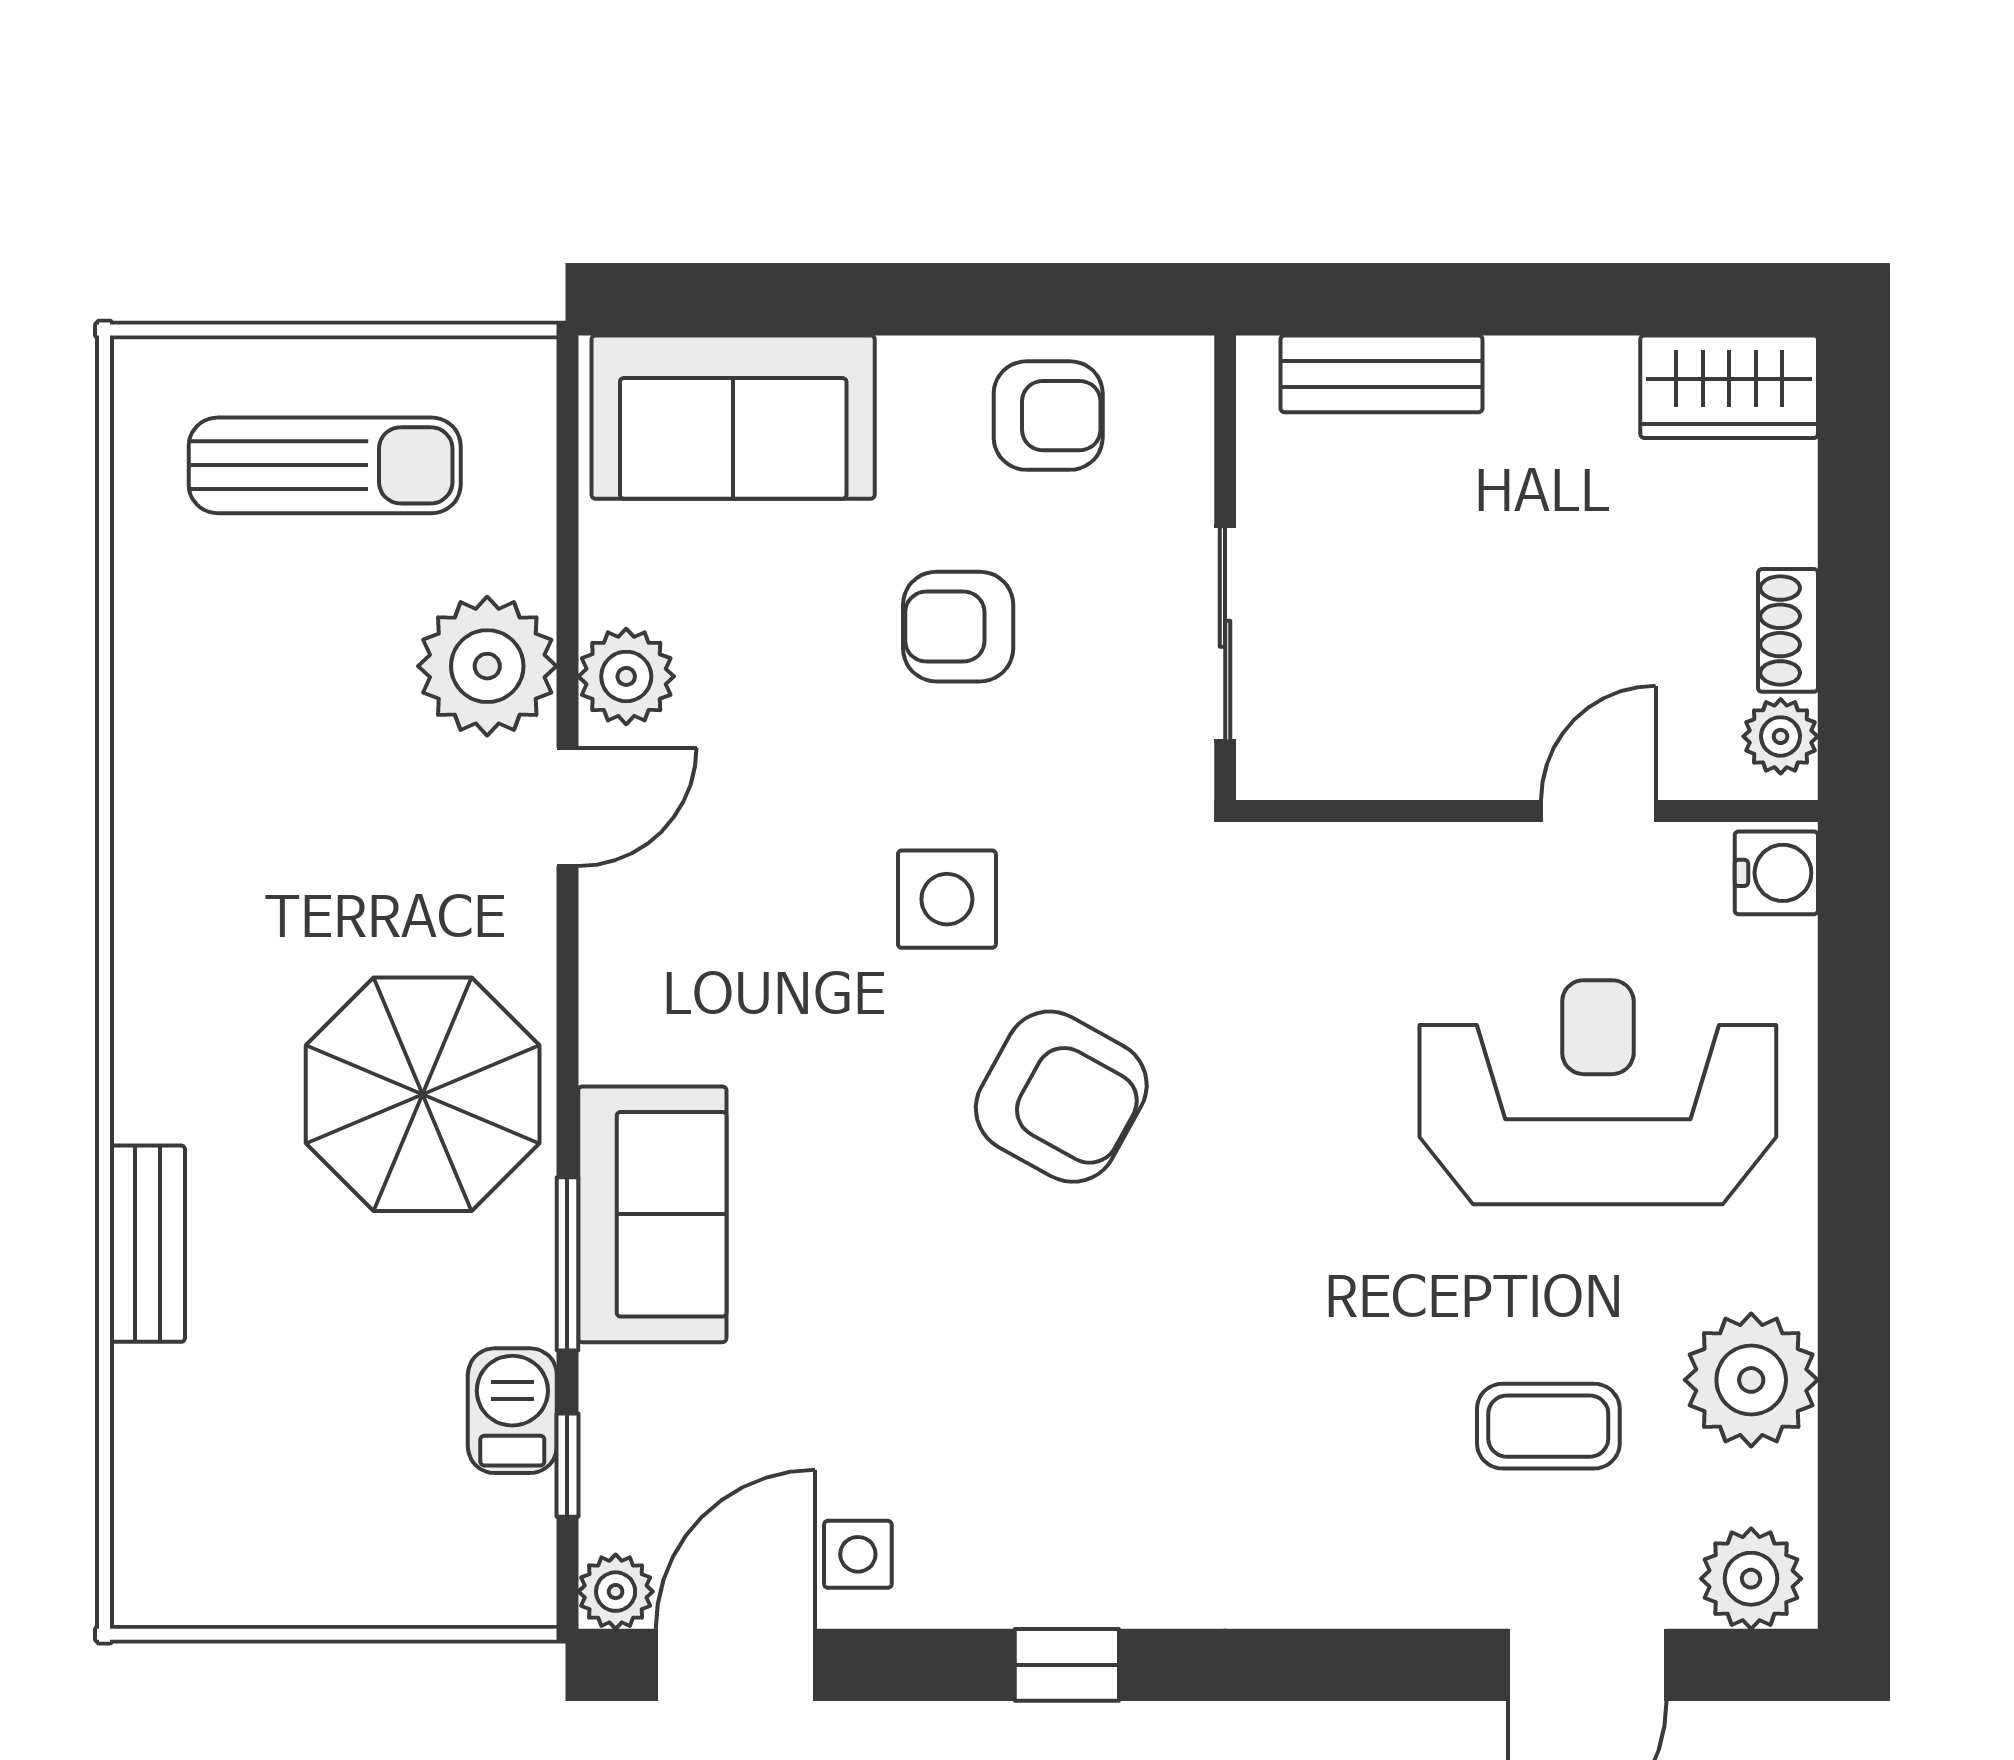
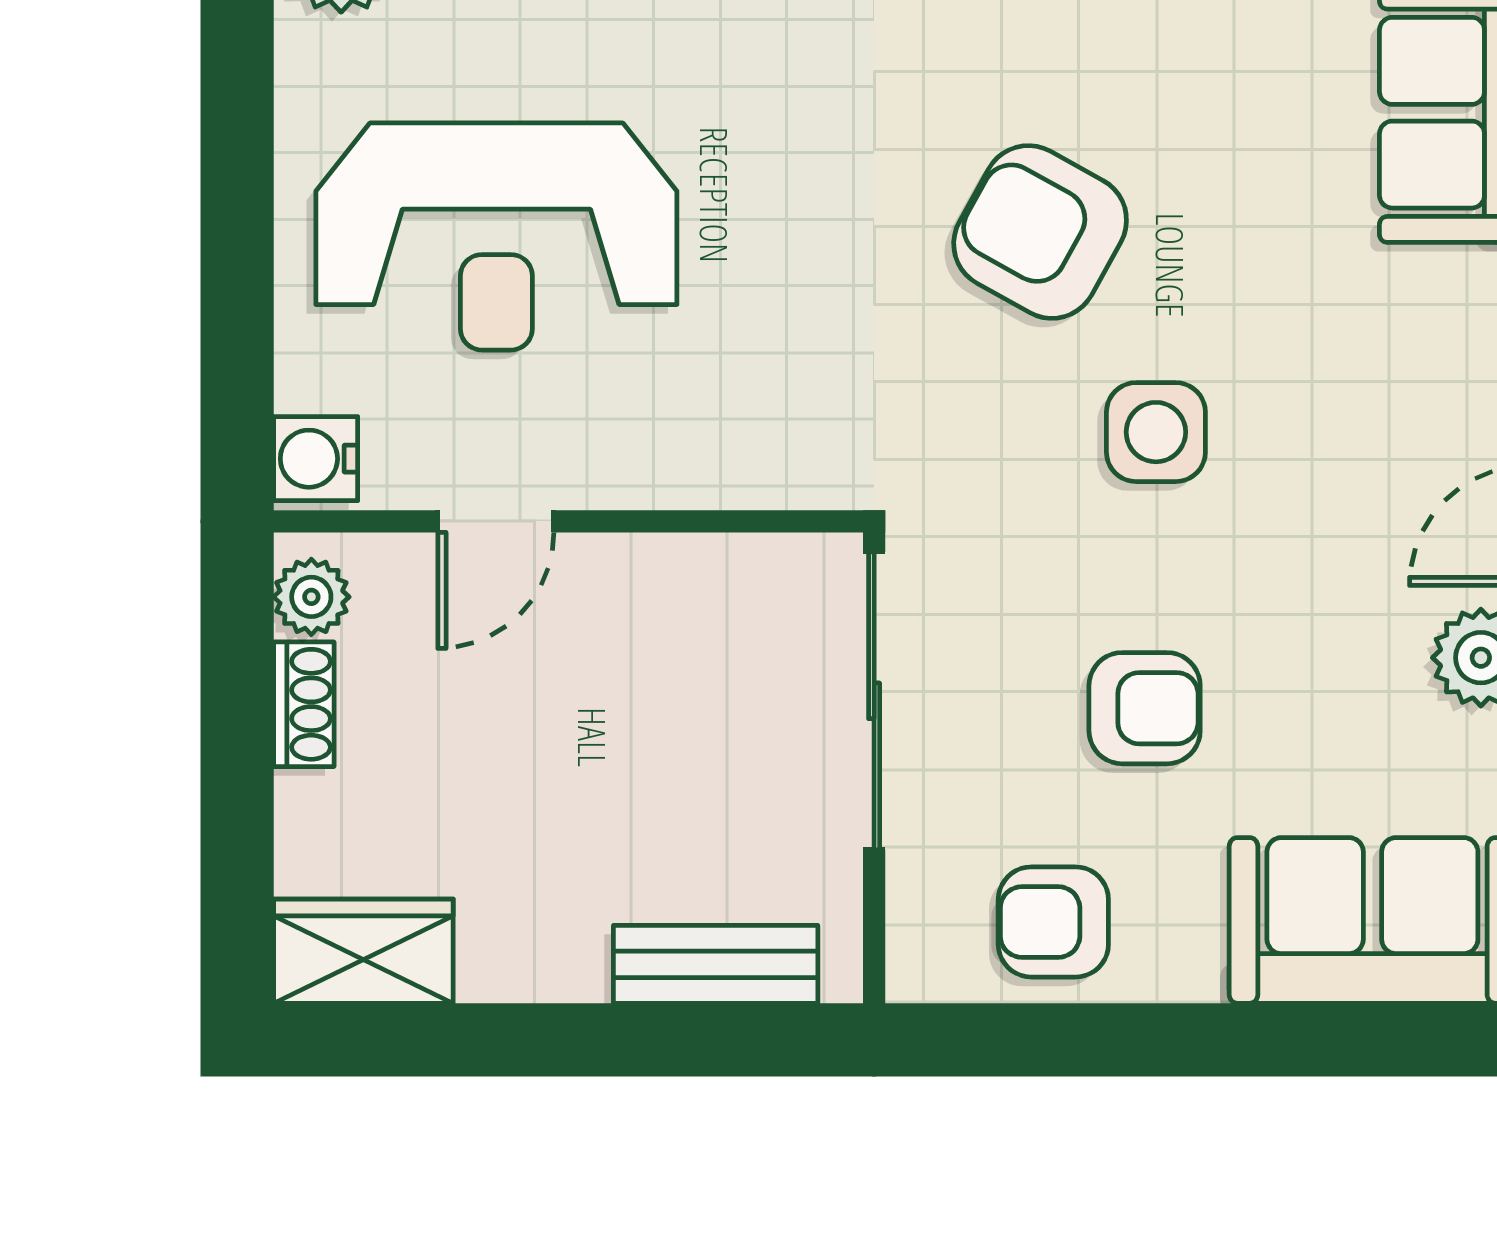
sliding door: (1225, 634) -> (874, 701), width x1.37

